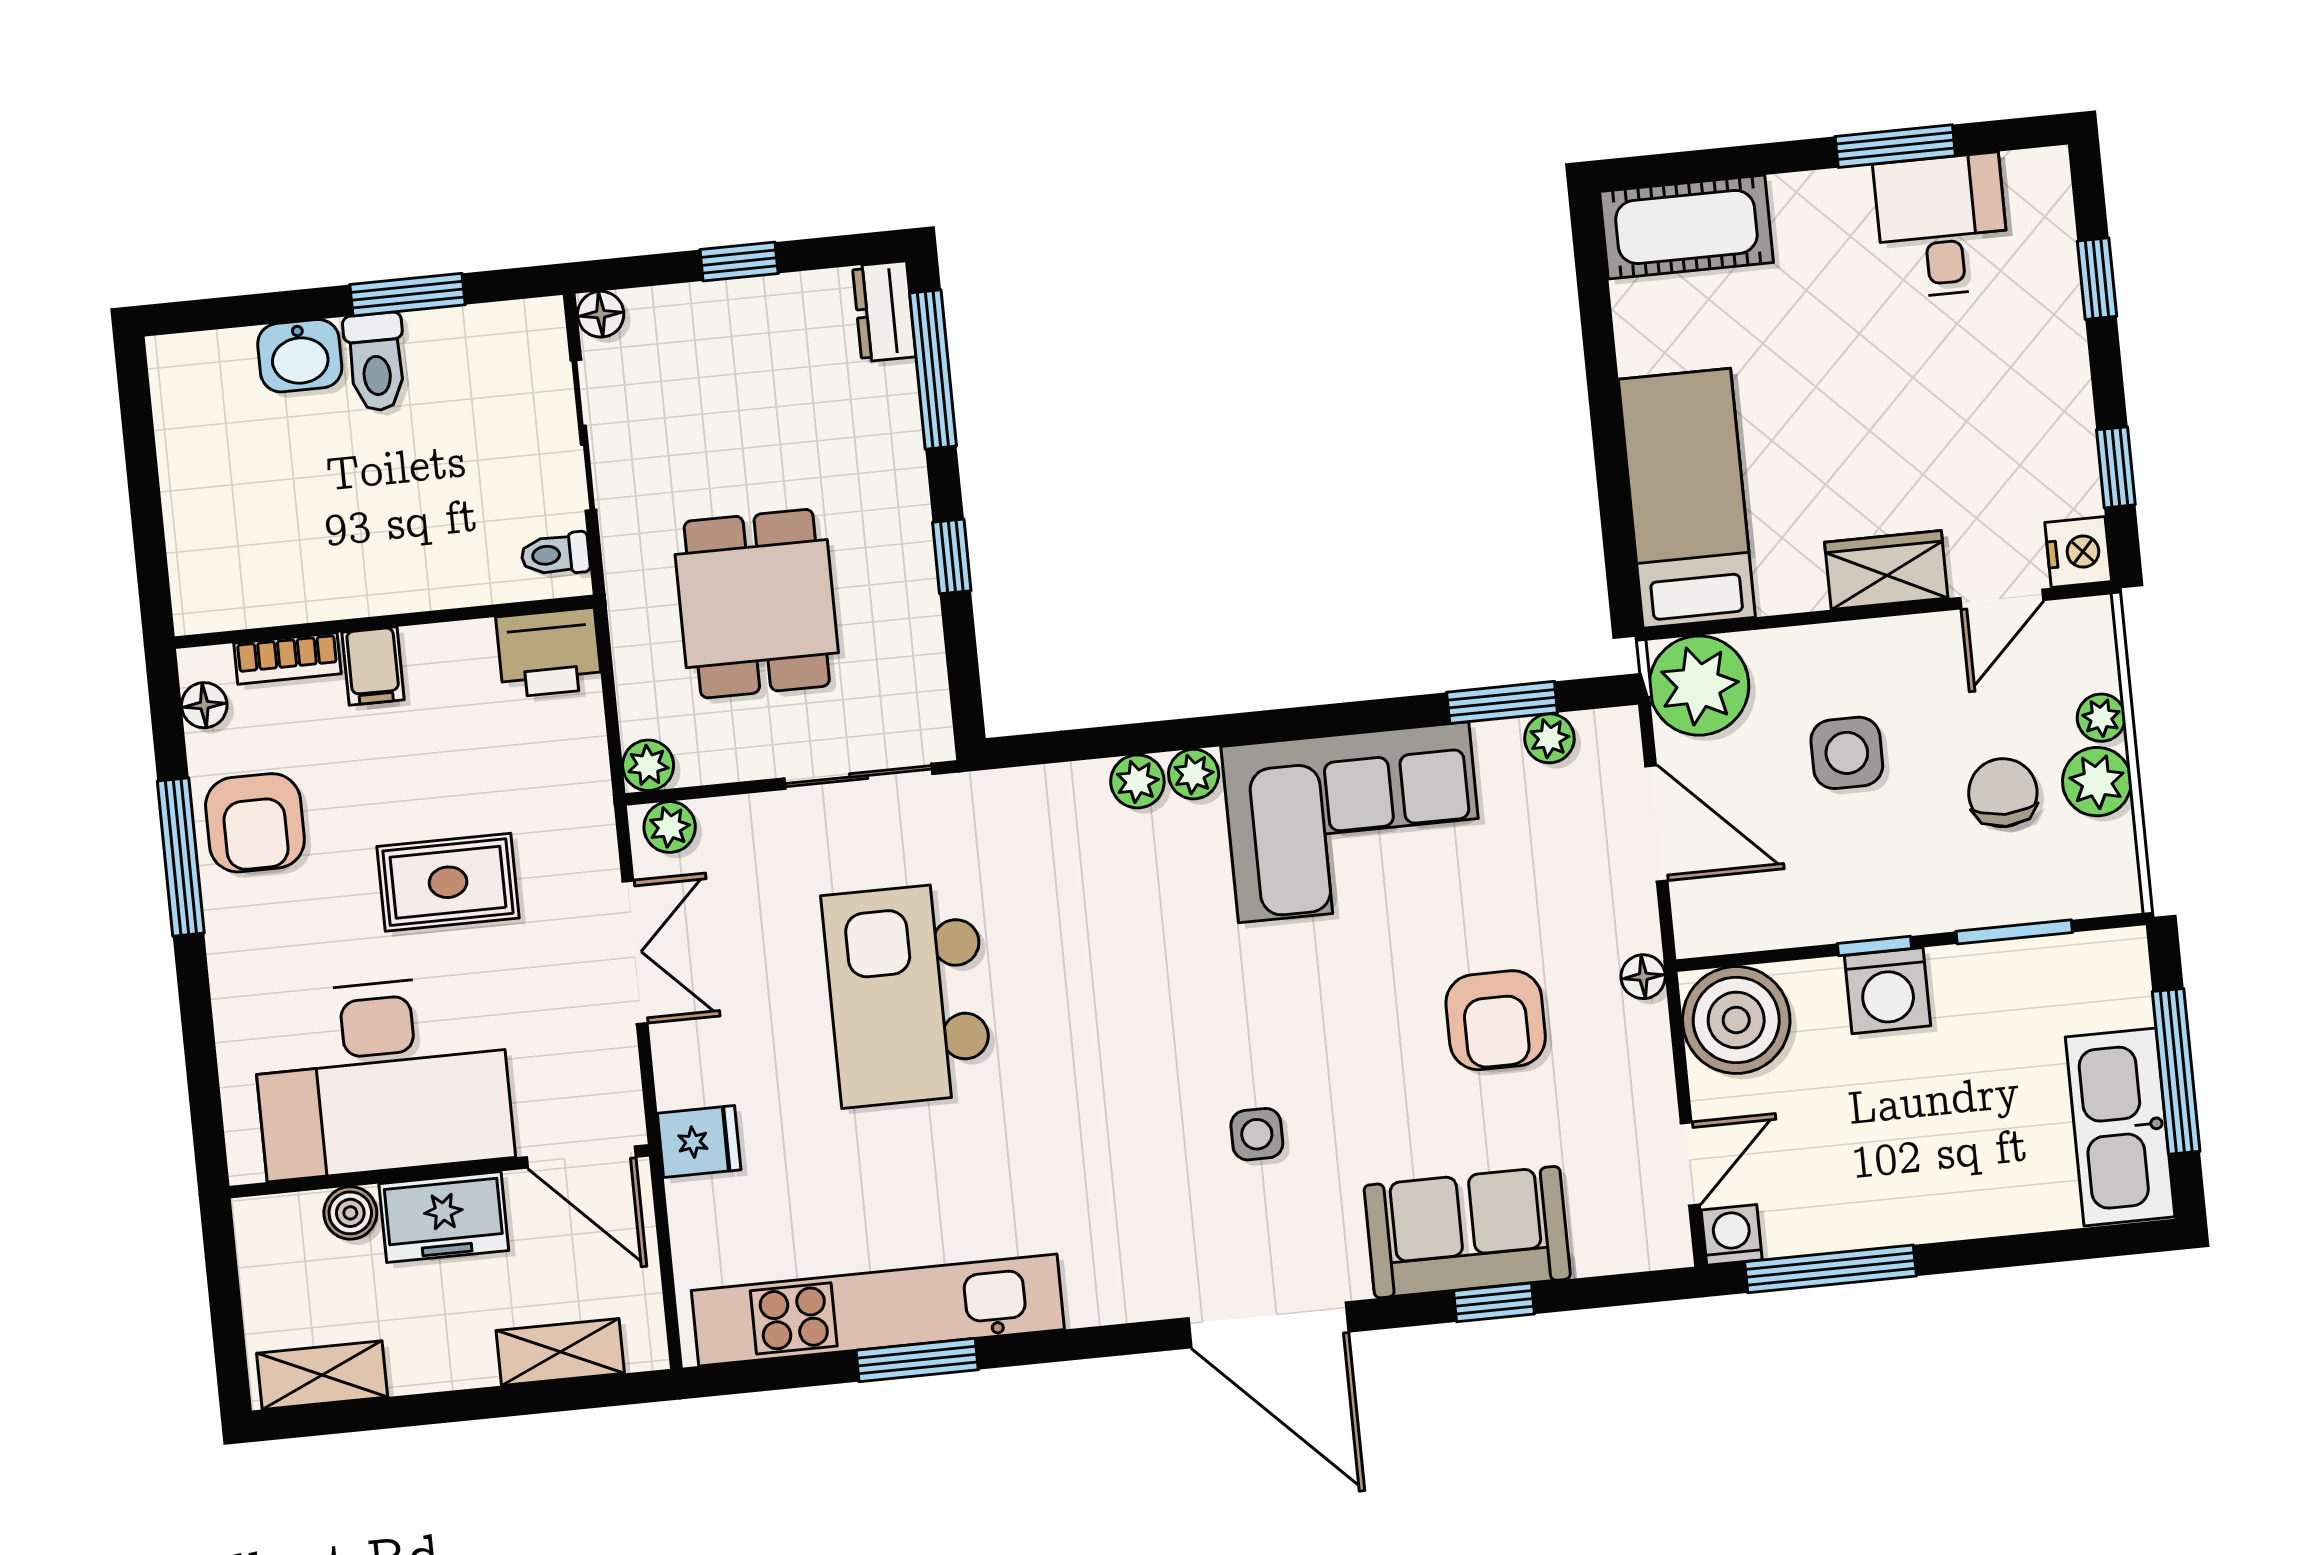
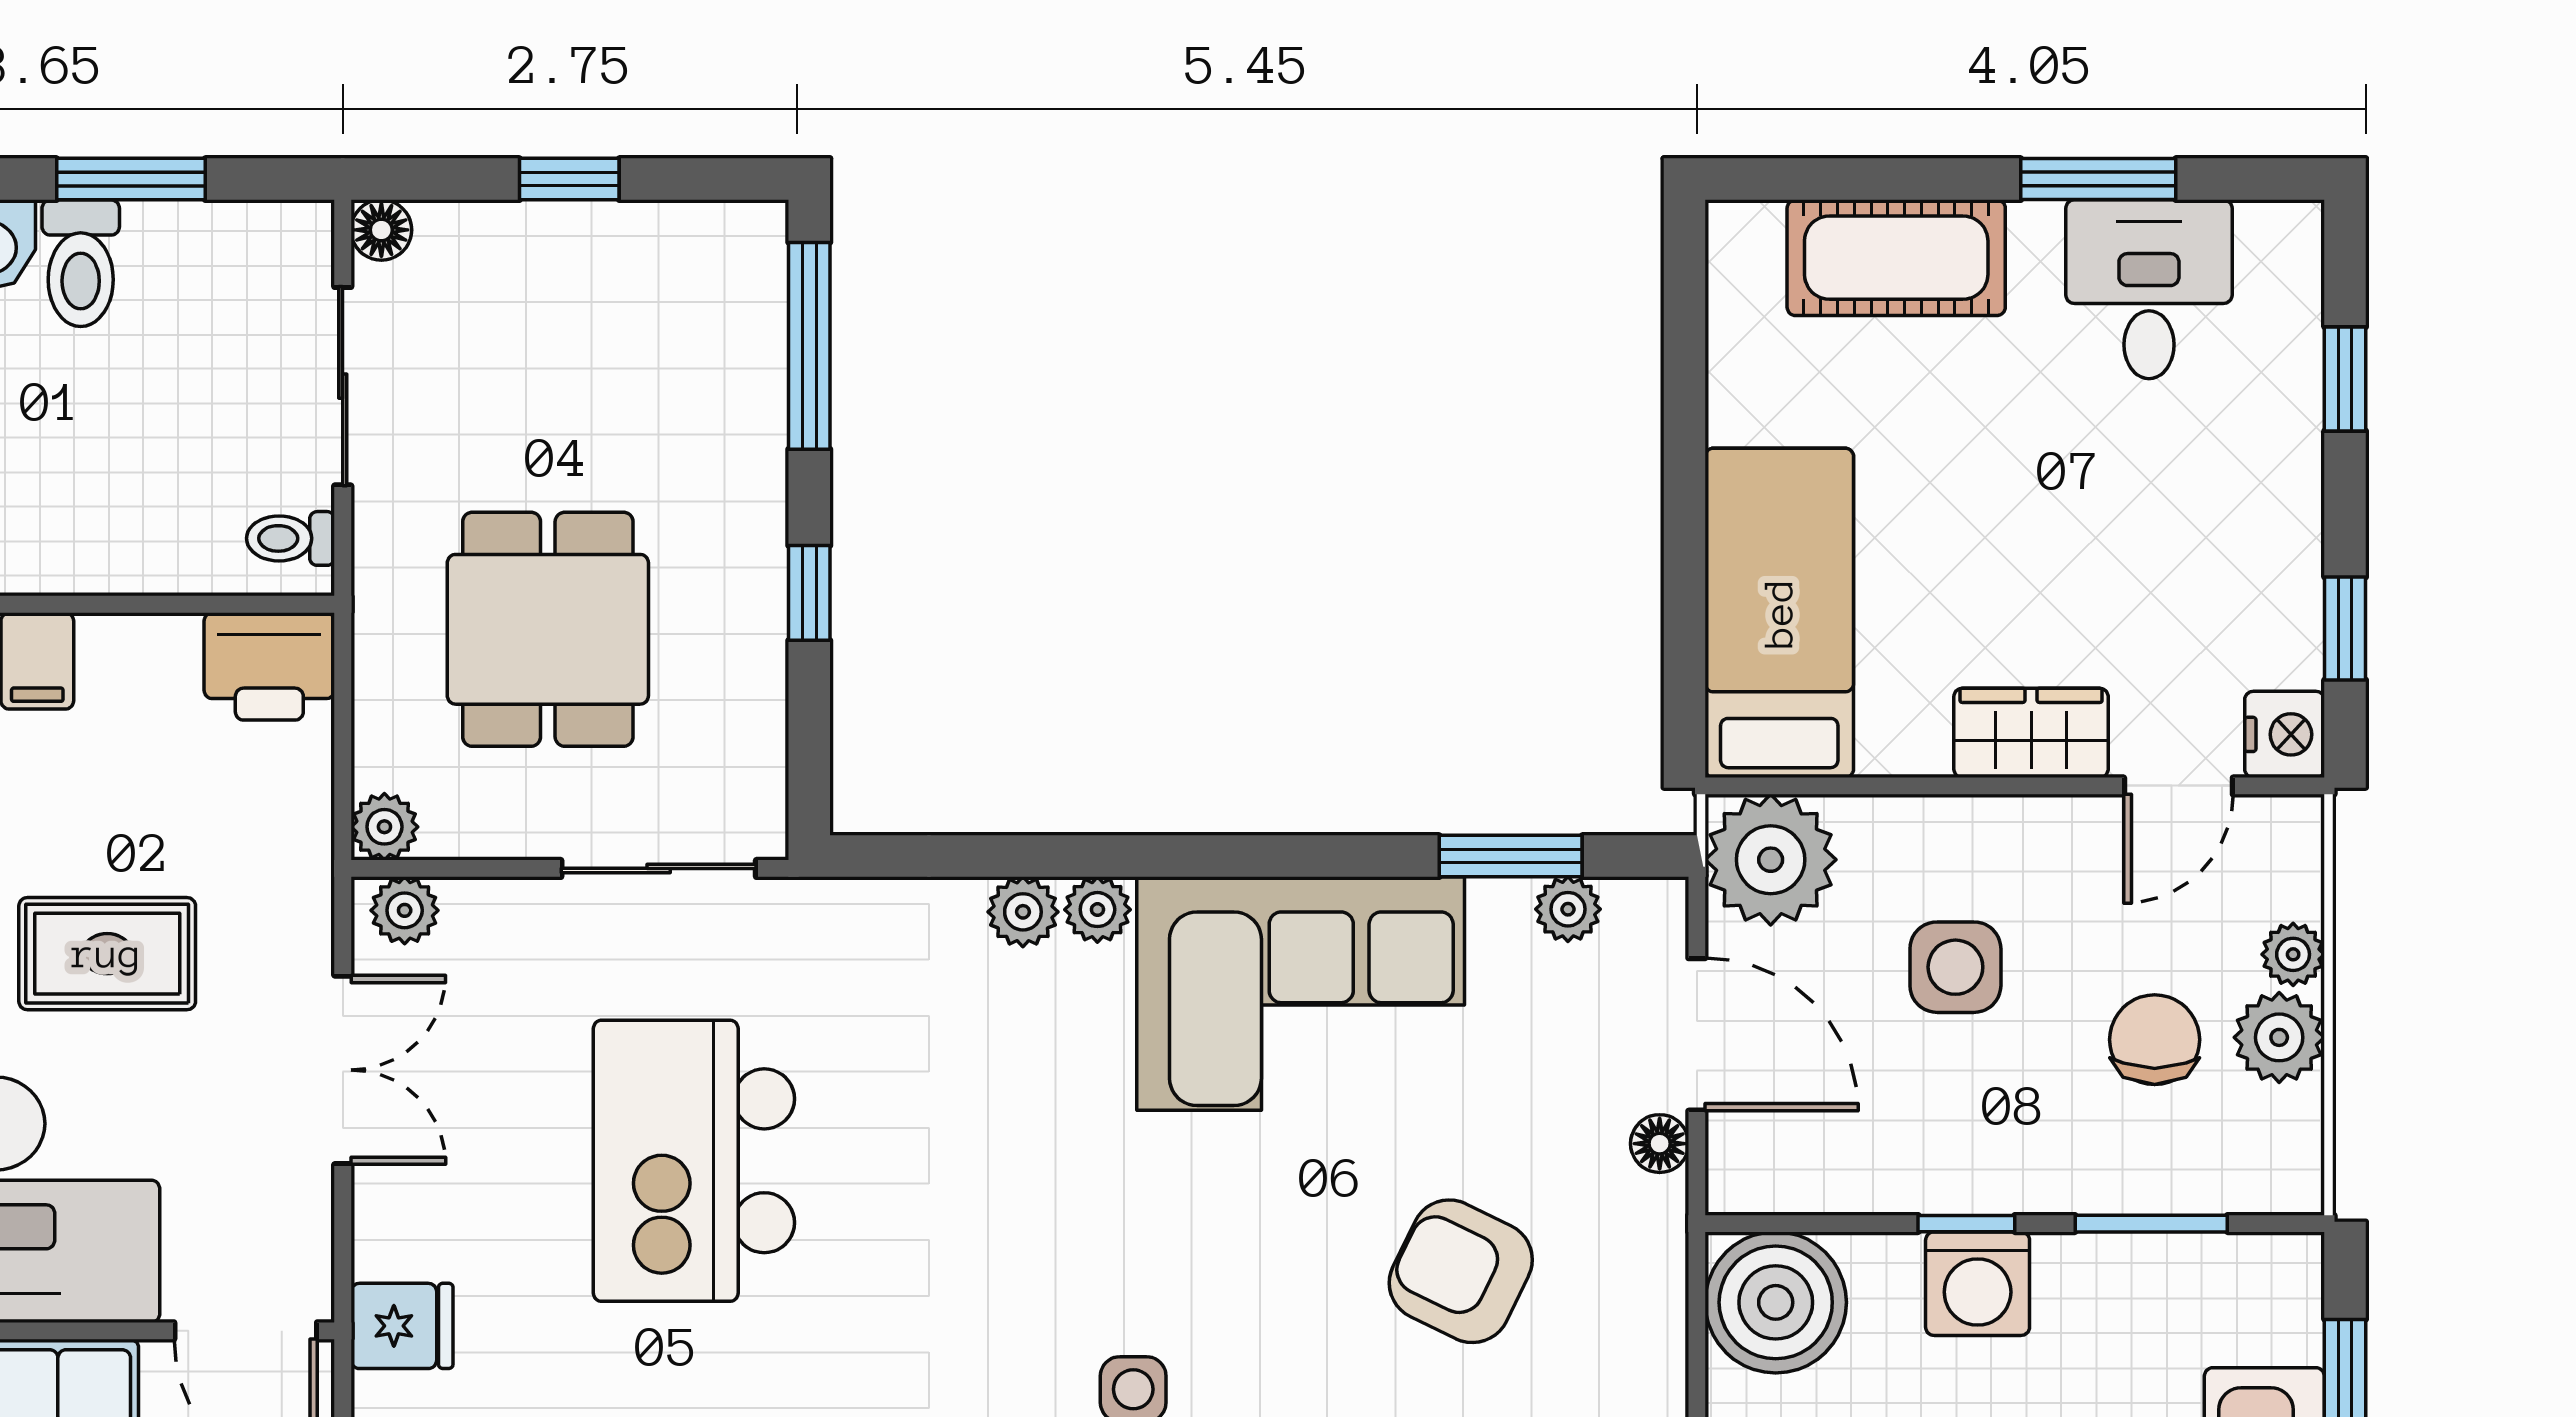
cot: (1686, 227) -> (1896, 258), moved
dresser: (884, 311) -> (753, 263), removed
floor lamp: (1643, 977) -> (1660, 1144), moved
armchair: (1496, 1020) -> (1461, 1271), turned 116

